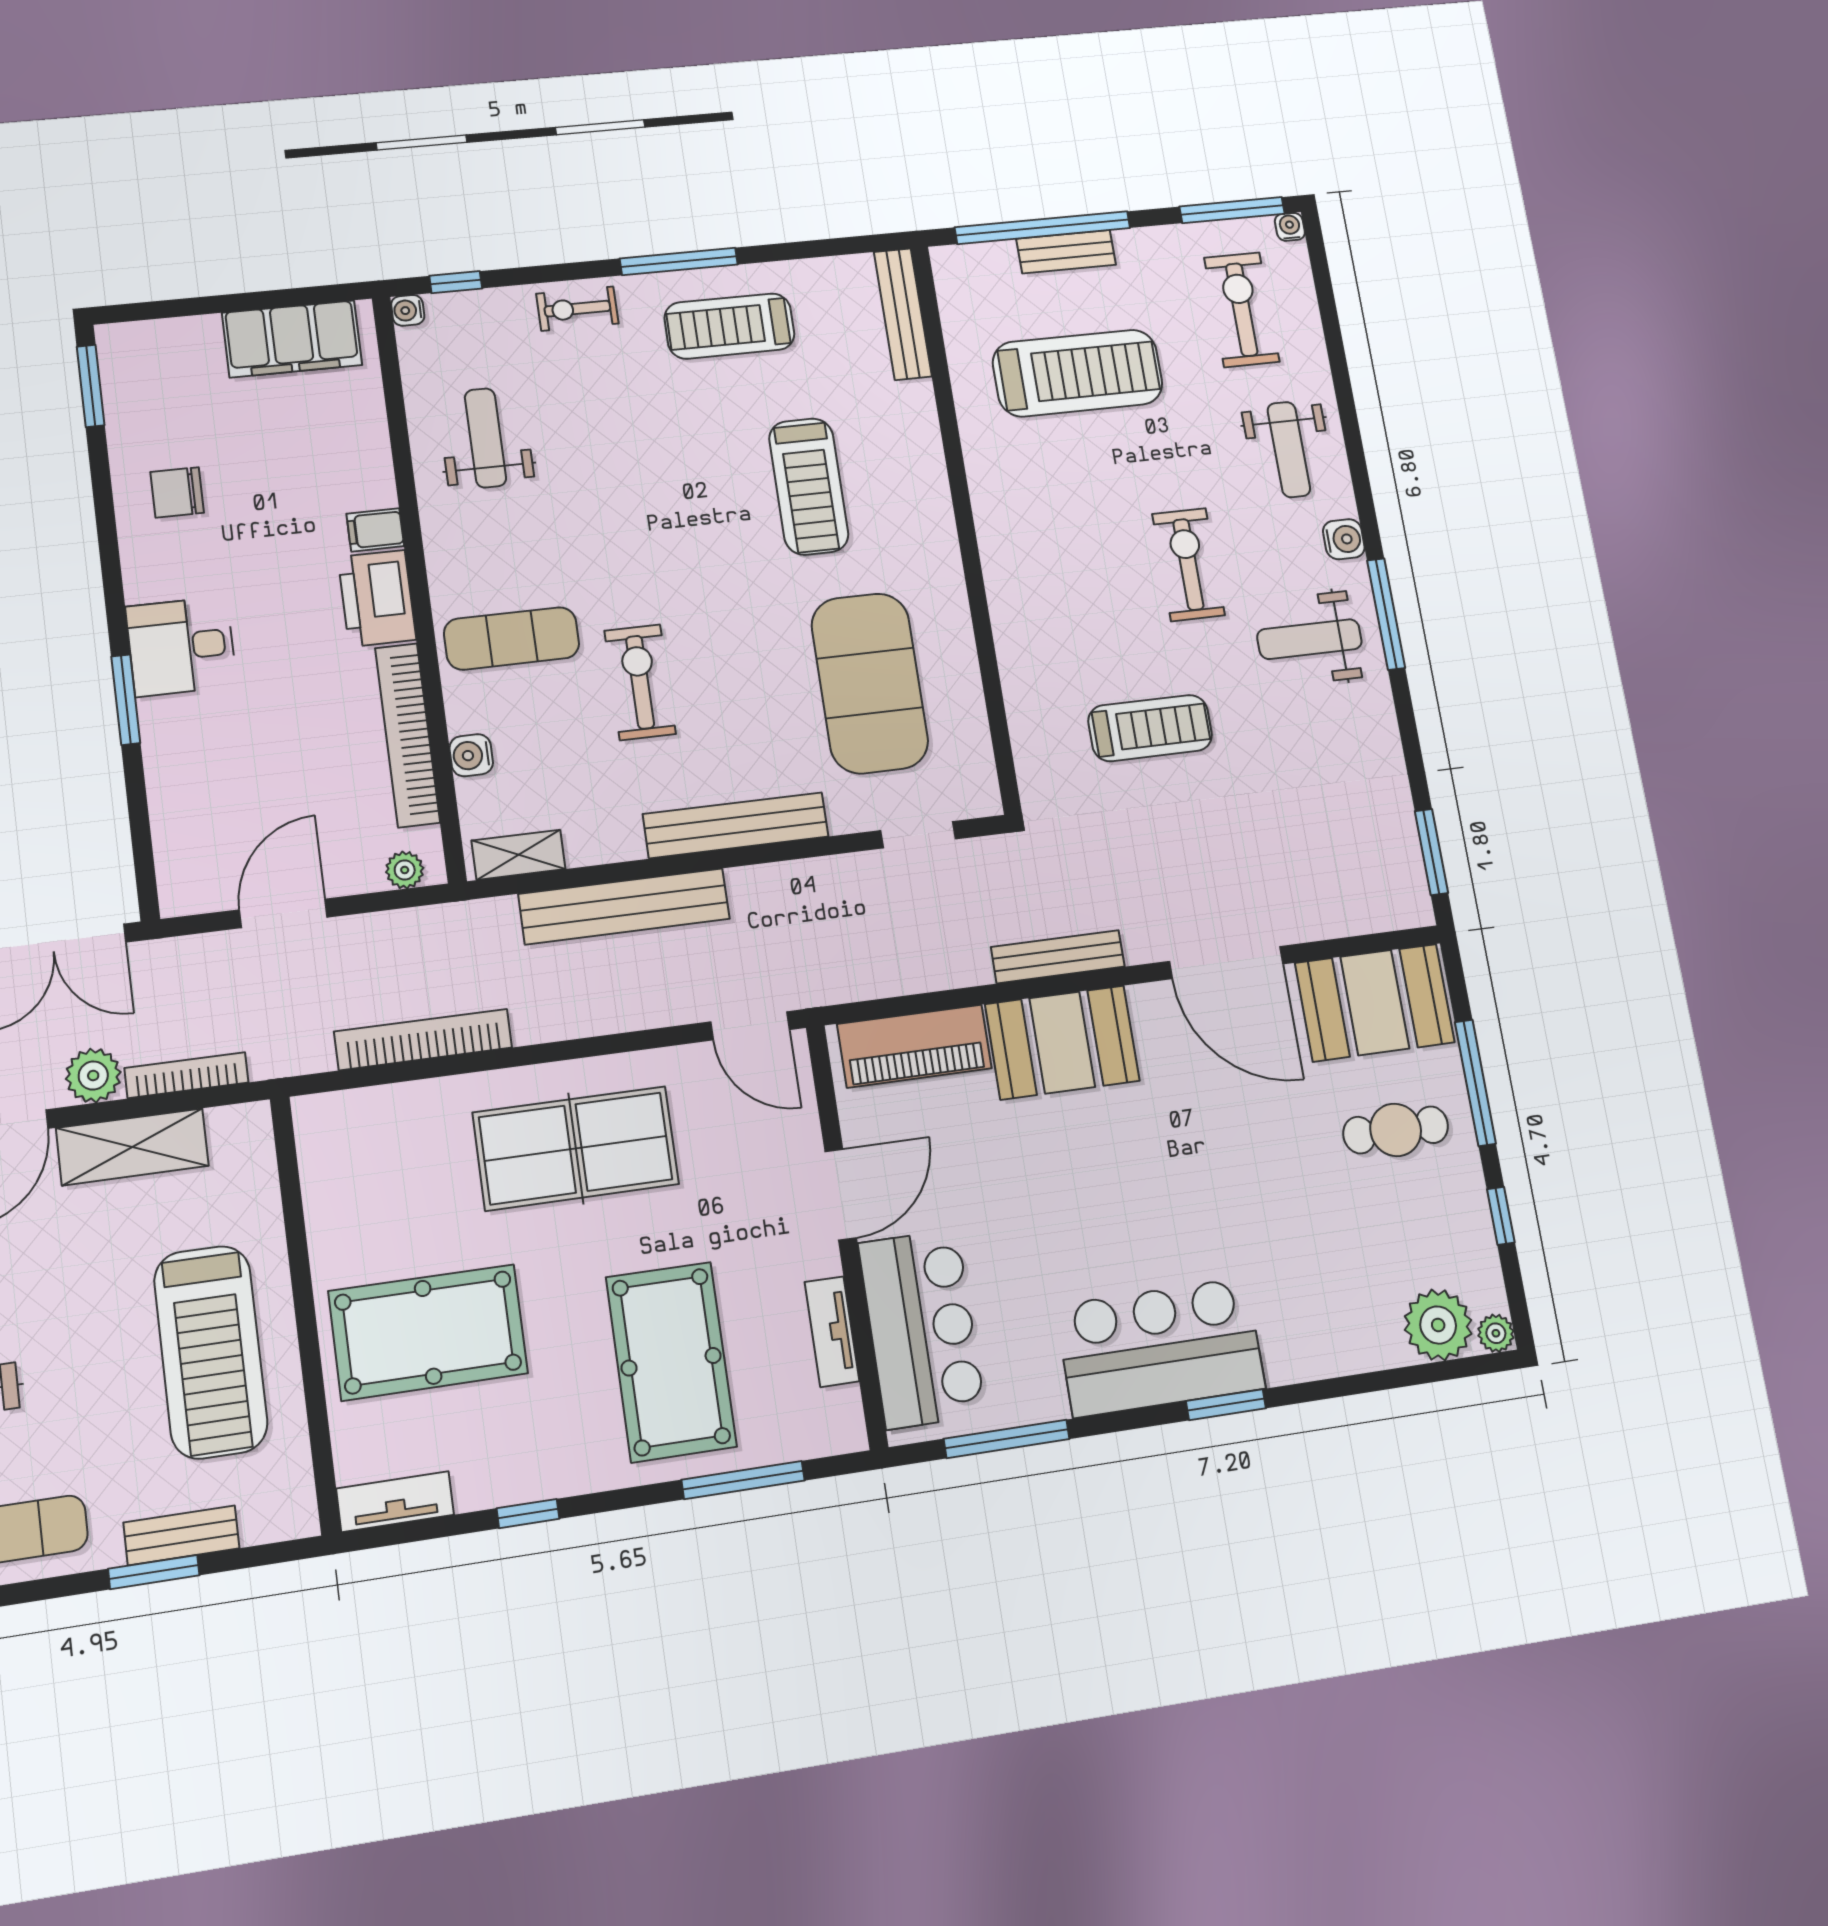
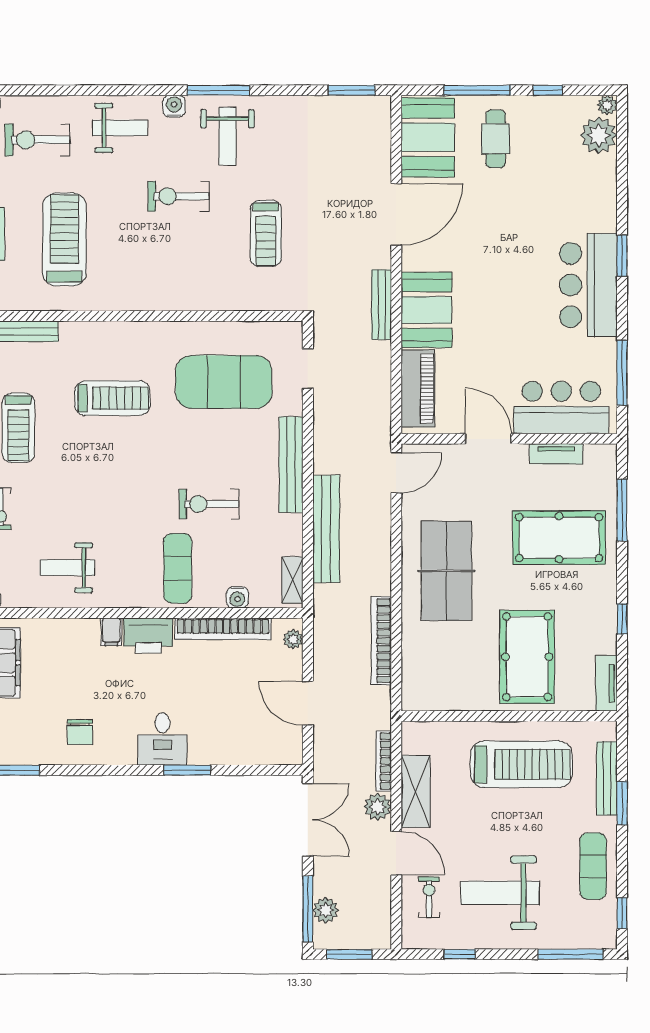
treadmill: (1150, 728) -> (266, 233), turned 180
bench: (181, 1535) -> (607, 778), width x1.36

